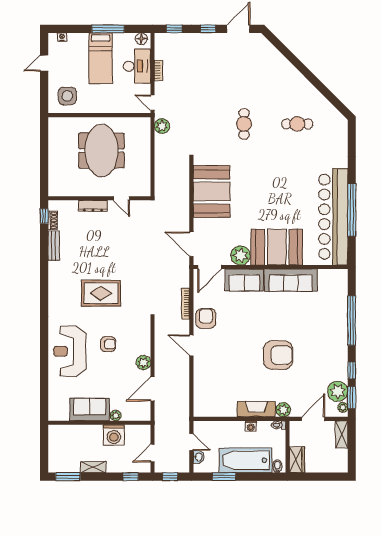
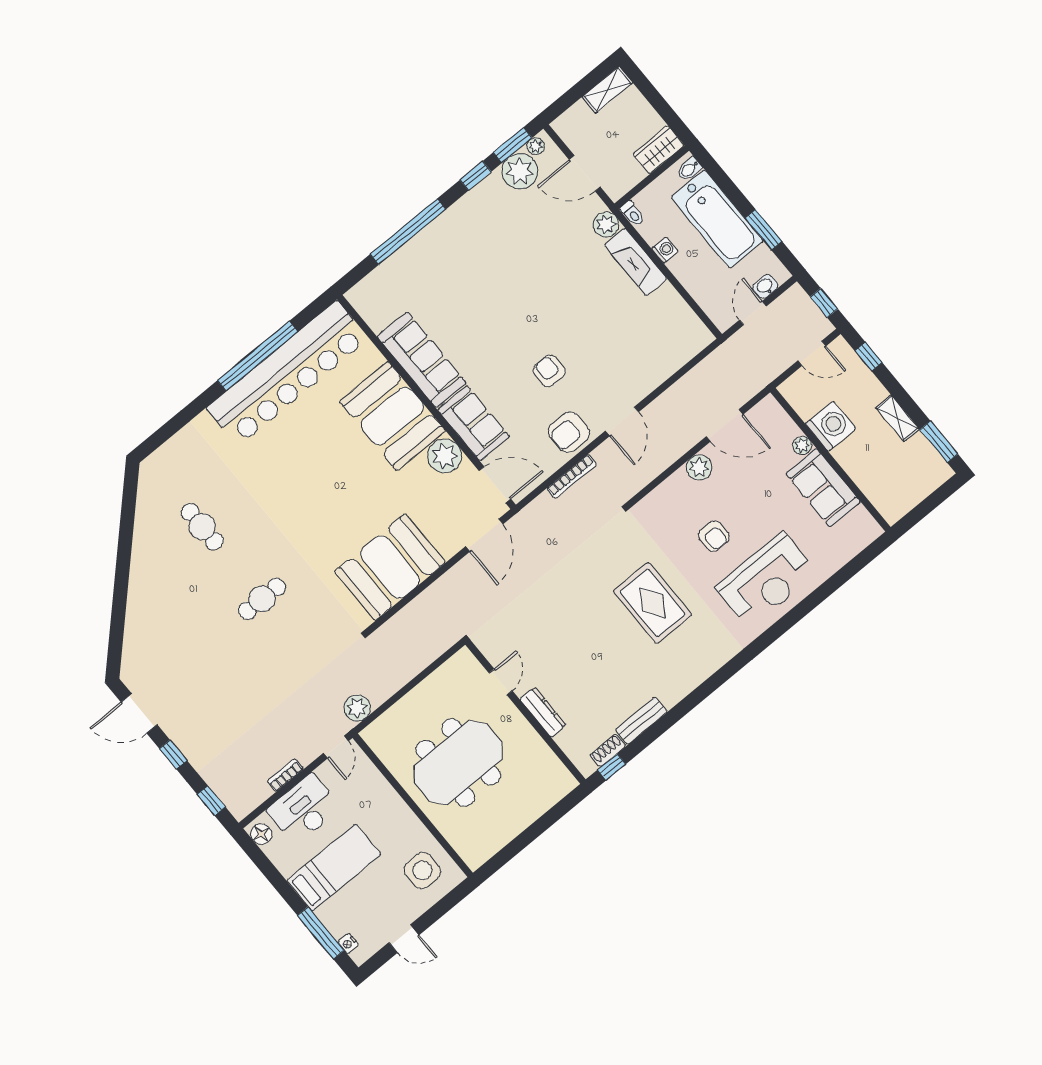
window: (108, 29) -> (321, 933), moved
armchair: (108, 344) -> (714, 536), turned 180
armchair: (278, 355) -> (549, 371), moved, width x0.53, depth x0.53
shelving: (342, 435) -> (607, 90), moved

